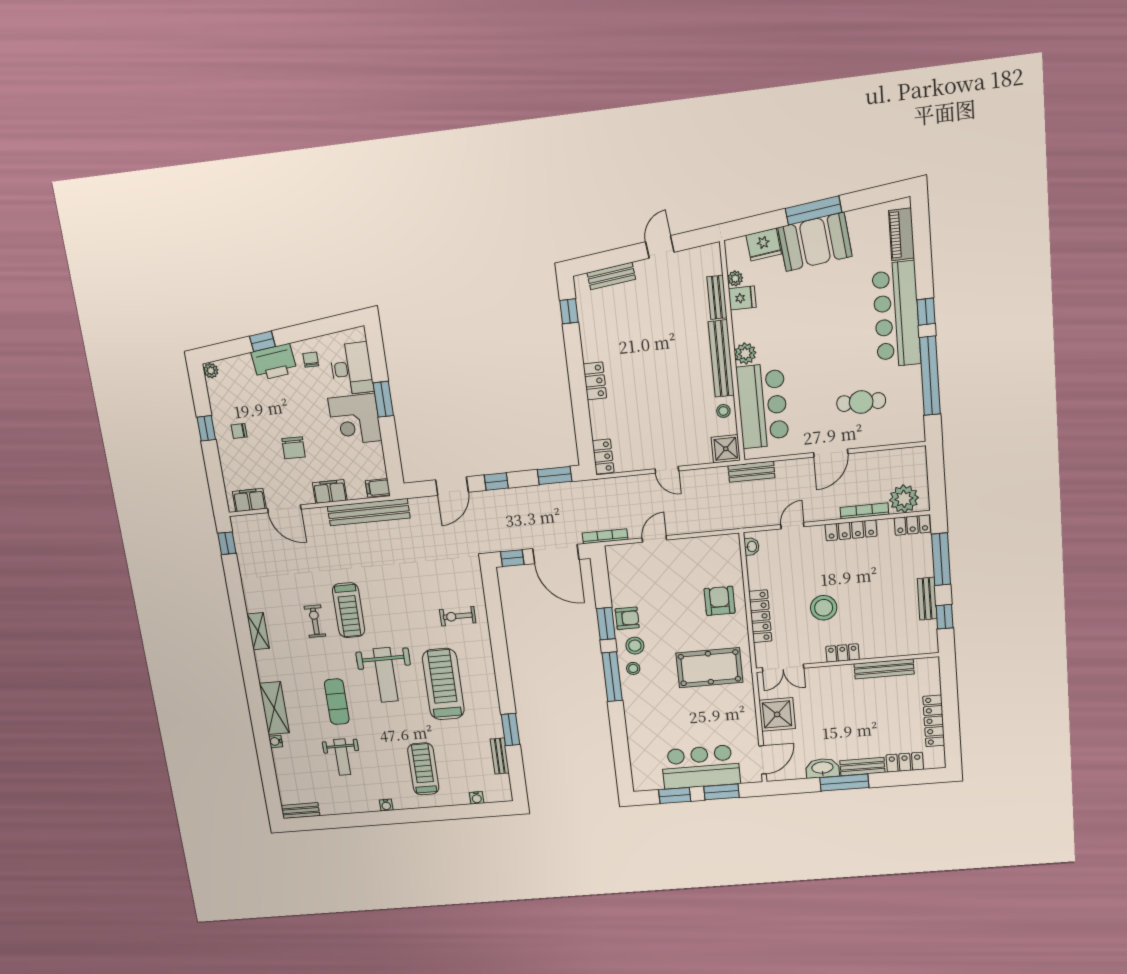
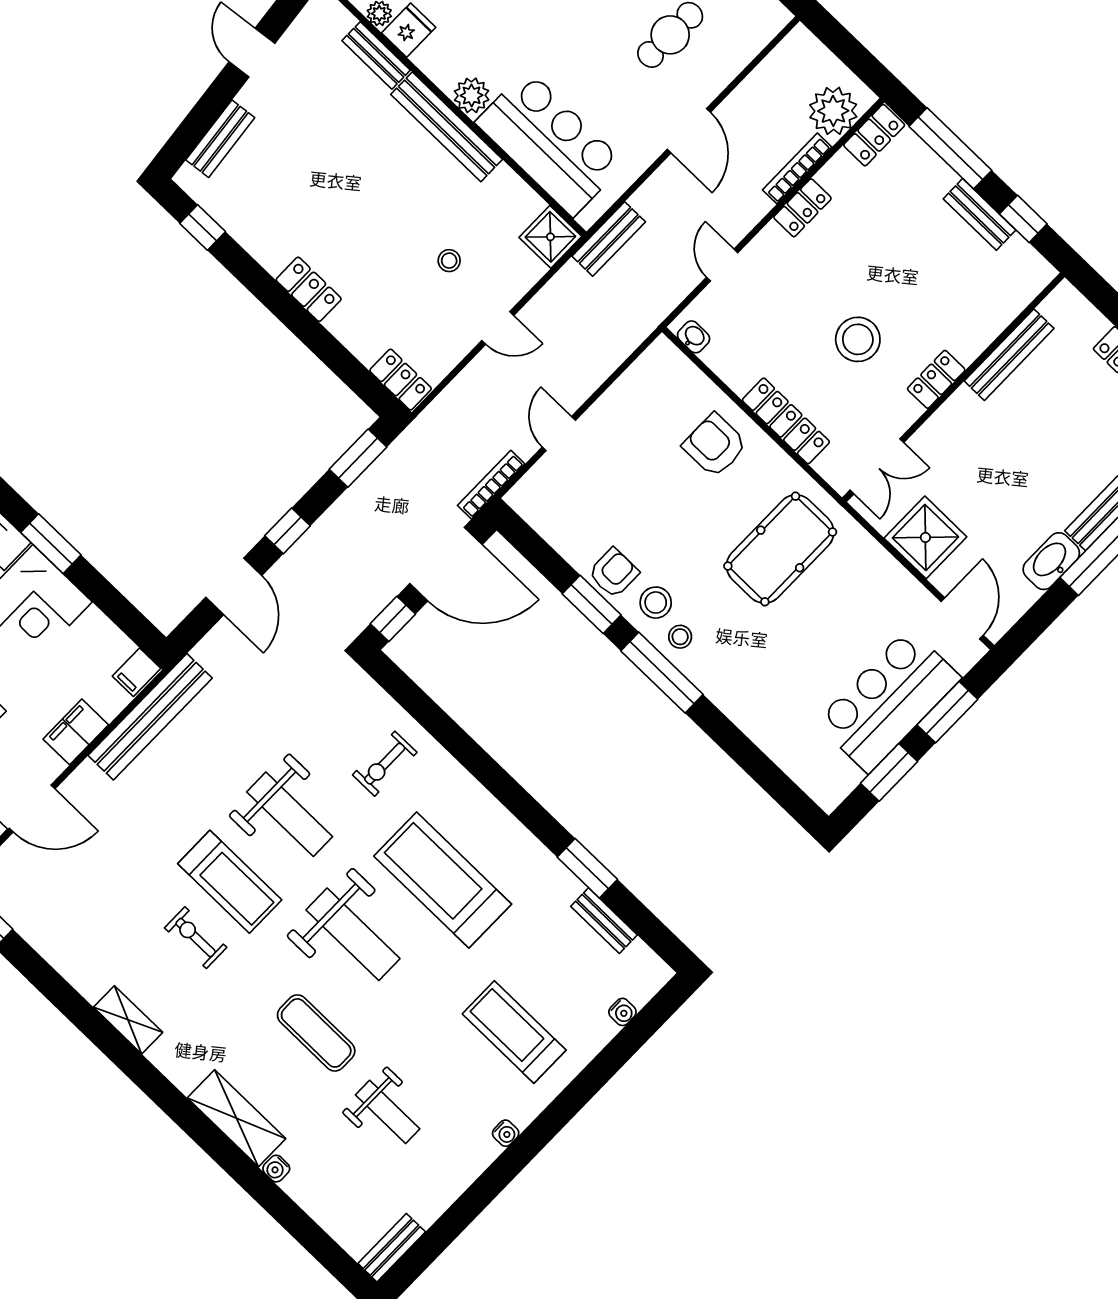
stool: (723, 411) -> (449, 261), moved
locker: (851, 530) -> (802, 208), width x0.66
weight bench: (398, 603) -> (290, 814), added

